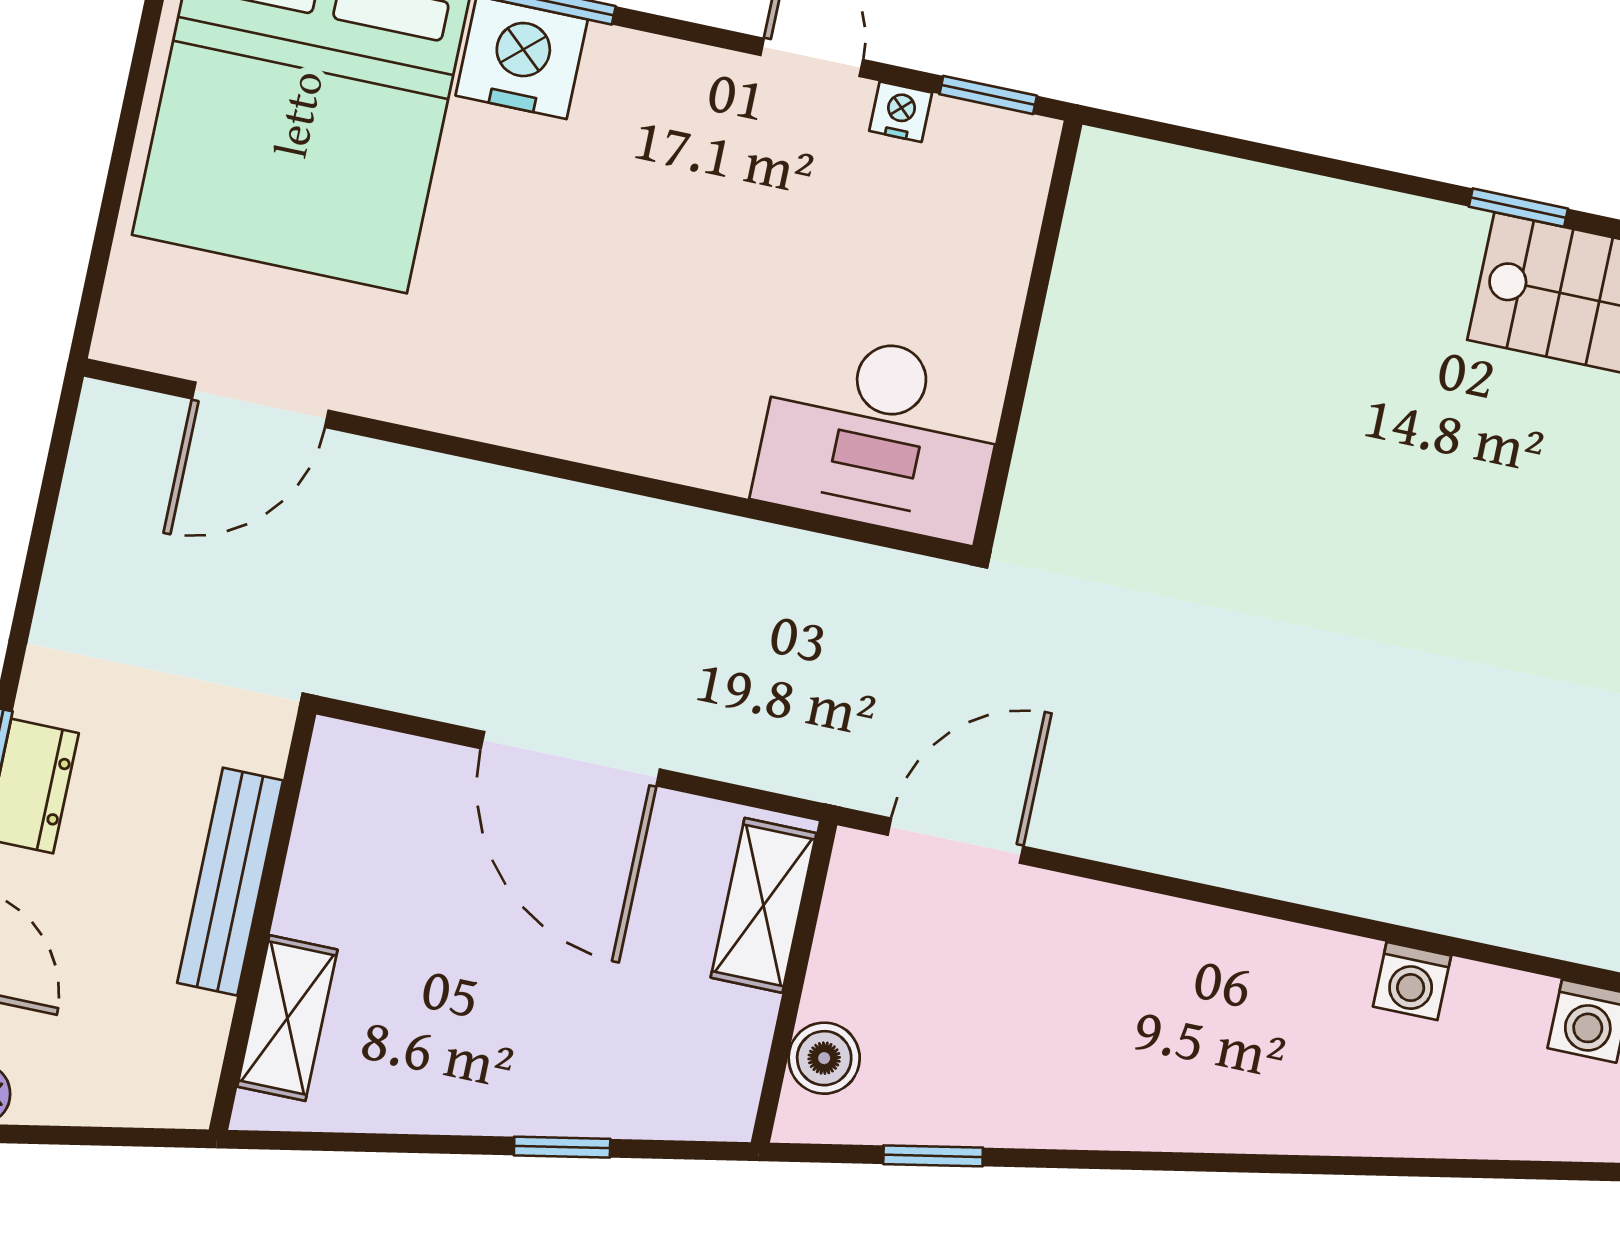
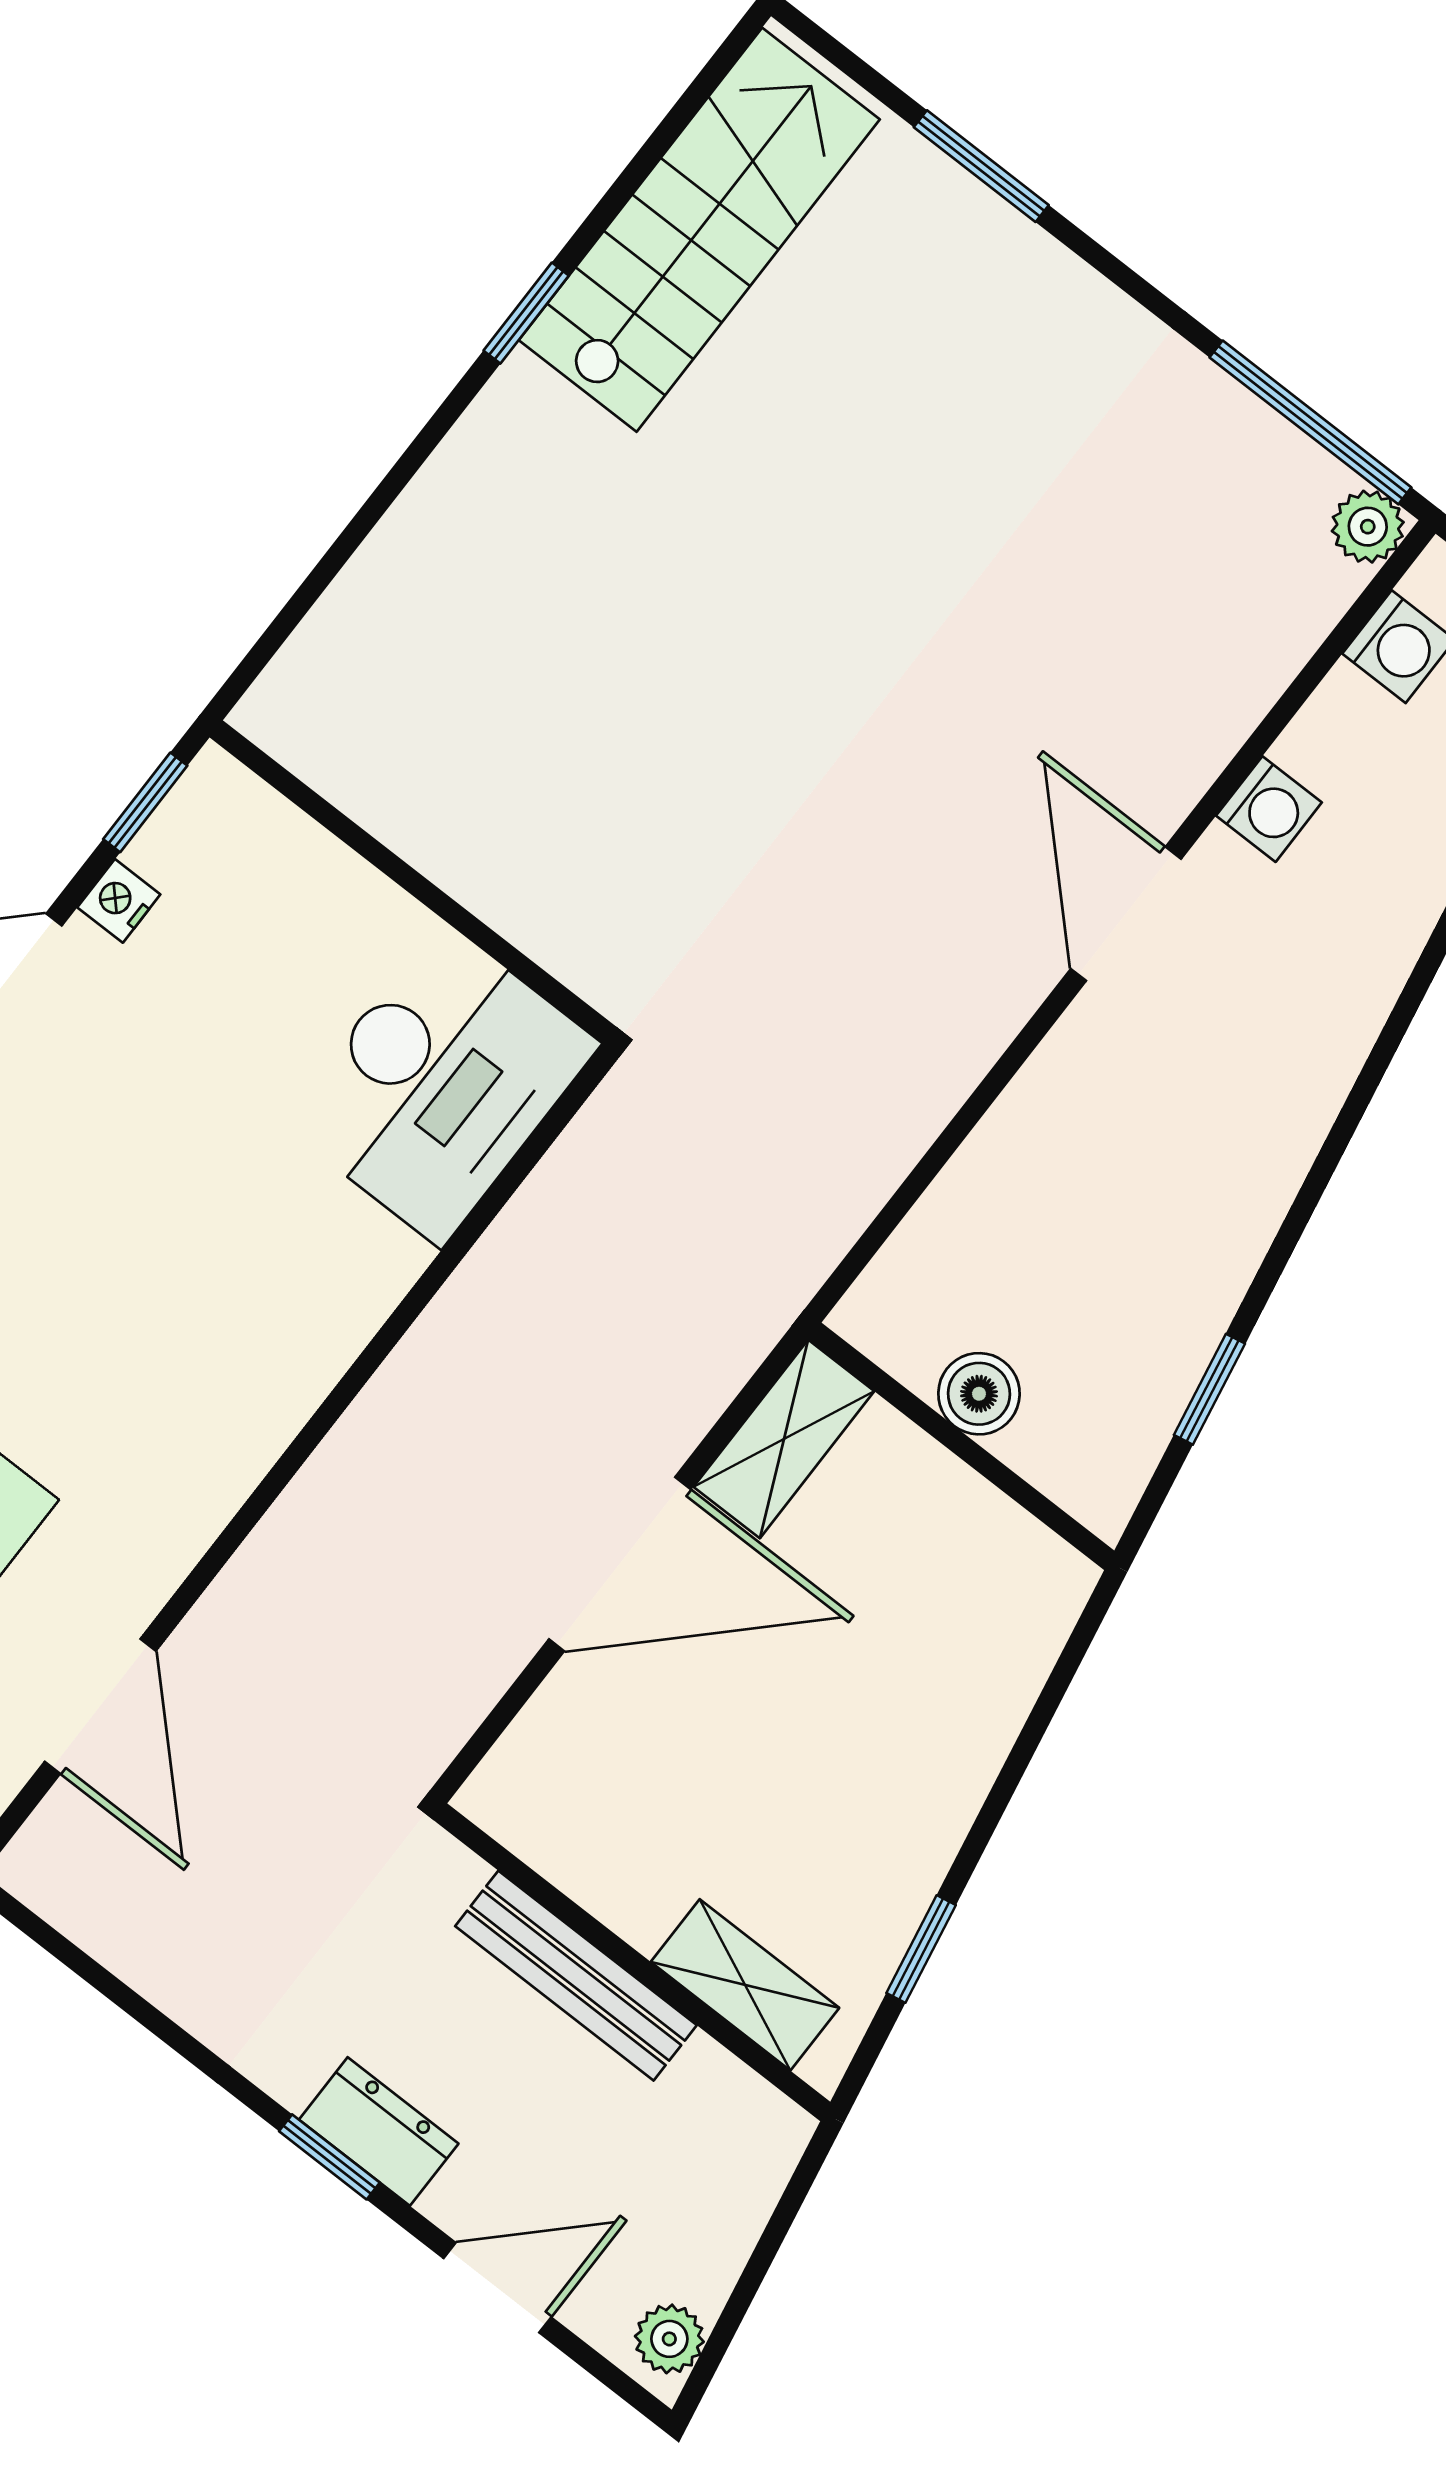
door: (955, 841) -> (1126, 914), moved
shelving: (764, 905) -> (784, 1439), moved, turned 90
boiler: (824, 1058) -> (979, 1394), moved
window: (562, 1147) -> (921, 1949), moved

